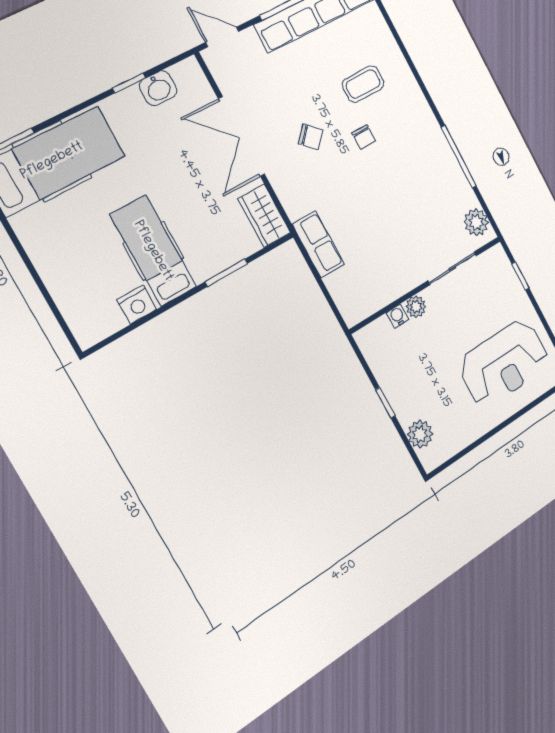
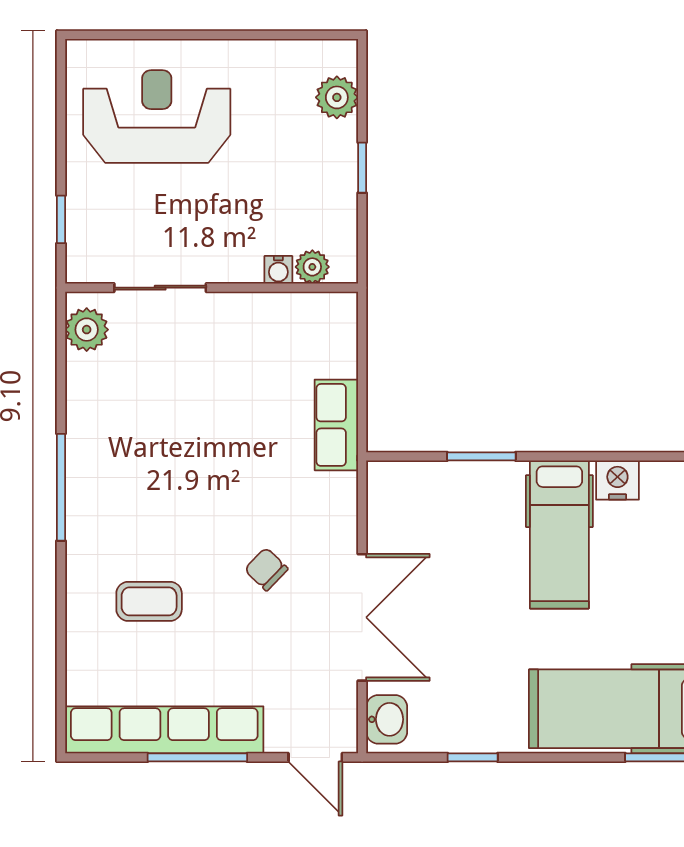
washbasin: (158, 88) -> (387, 719), moved, turned 90
chair: (364, 137) -> (189, 531), removed
window: (459, 157) -> (61, 487), moved
wardrobe: (264, 216) -> (390, 501), removed
plant: (416, 307) -> (312, 267), moved

